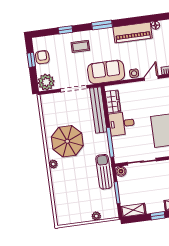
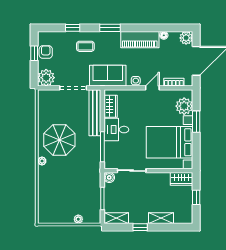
sun lounger: (104, 172) -> (92, 176), removed

